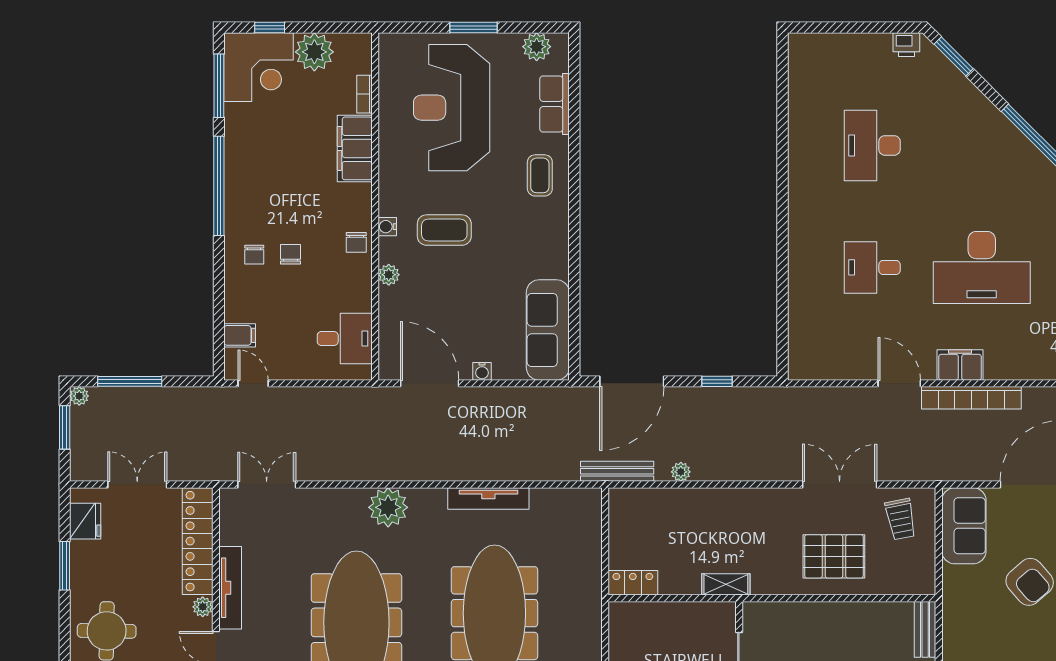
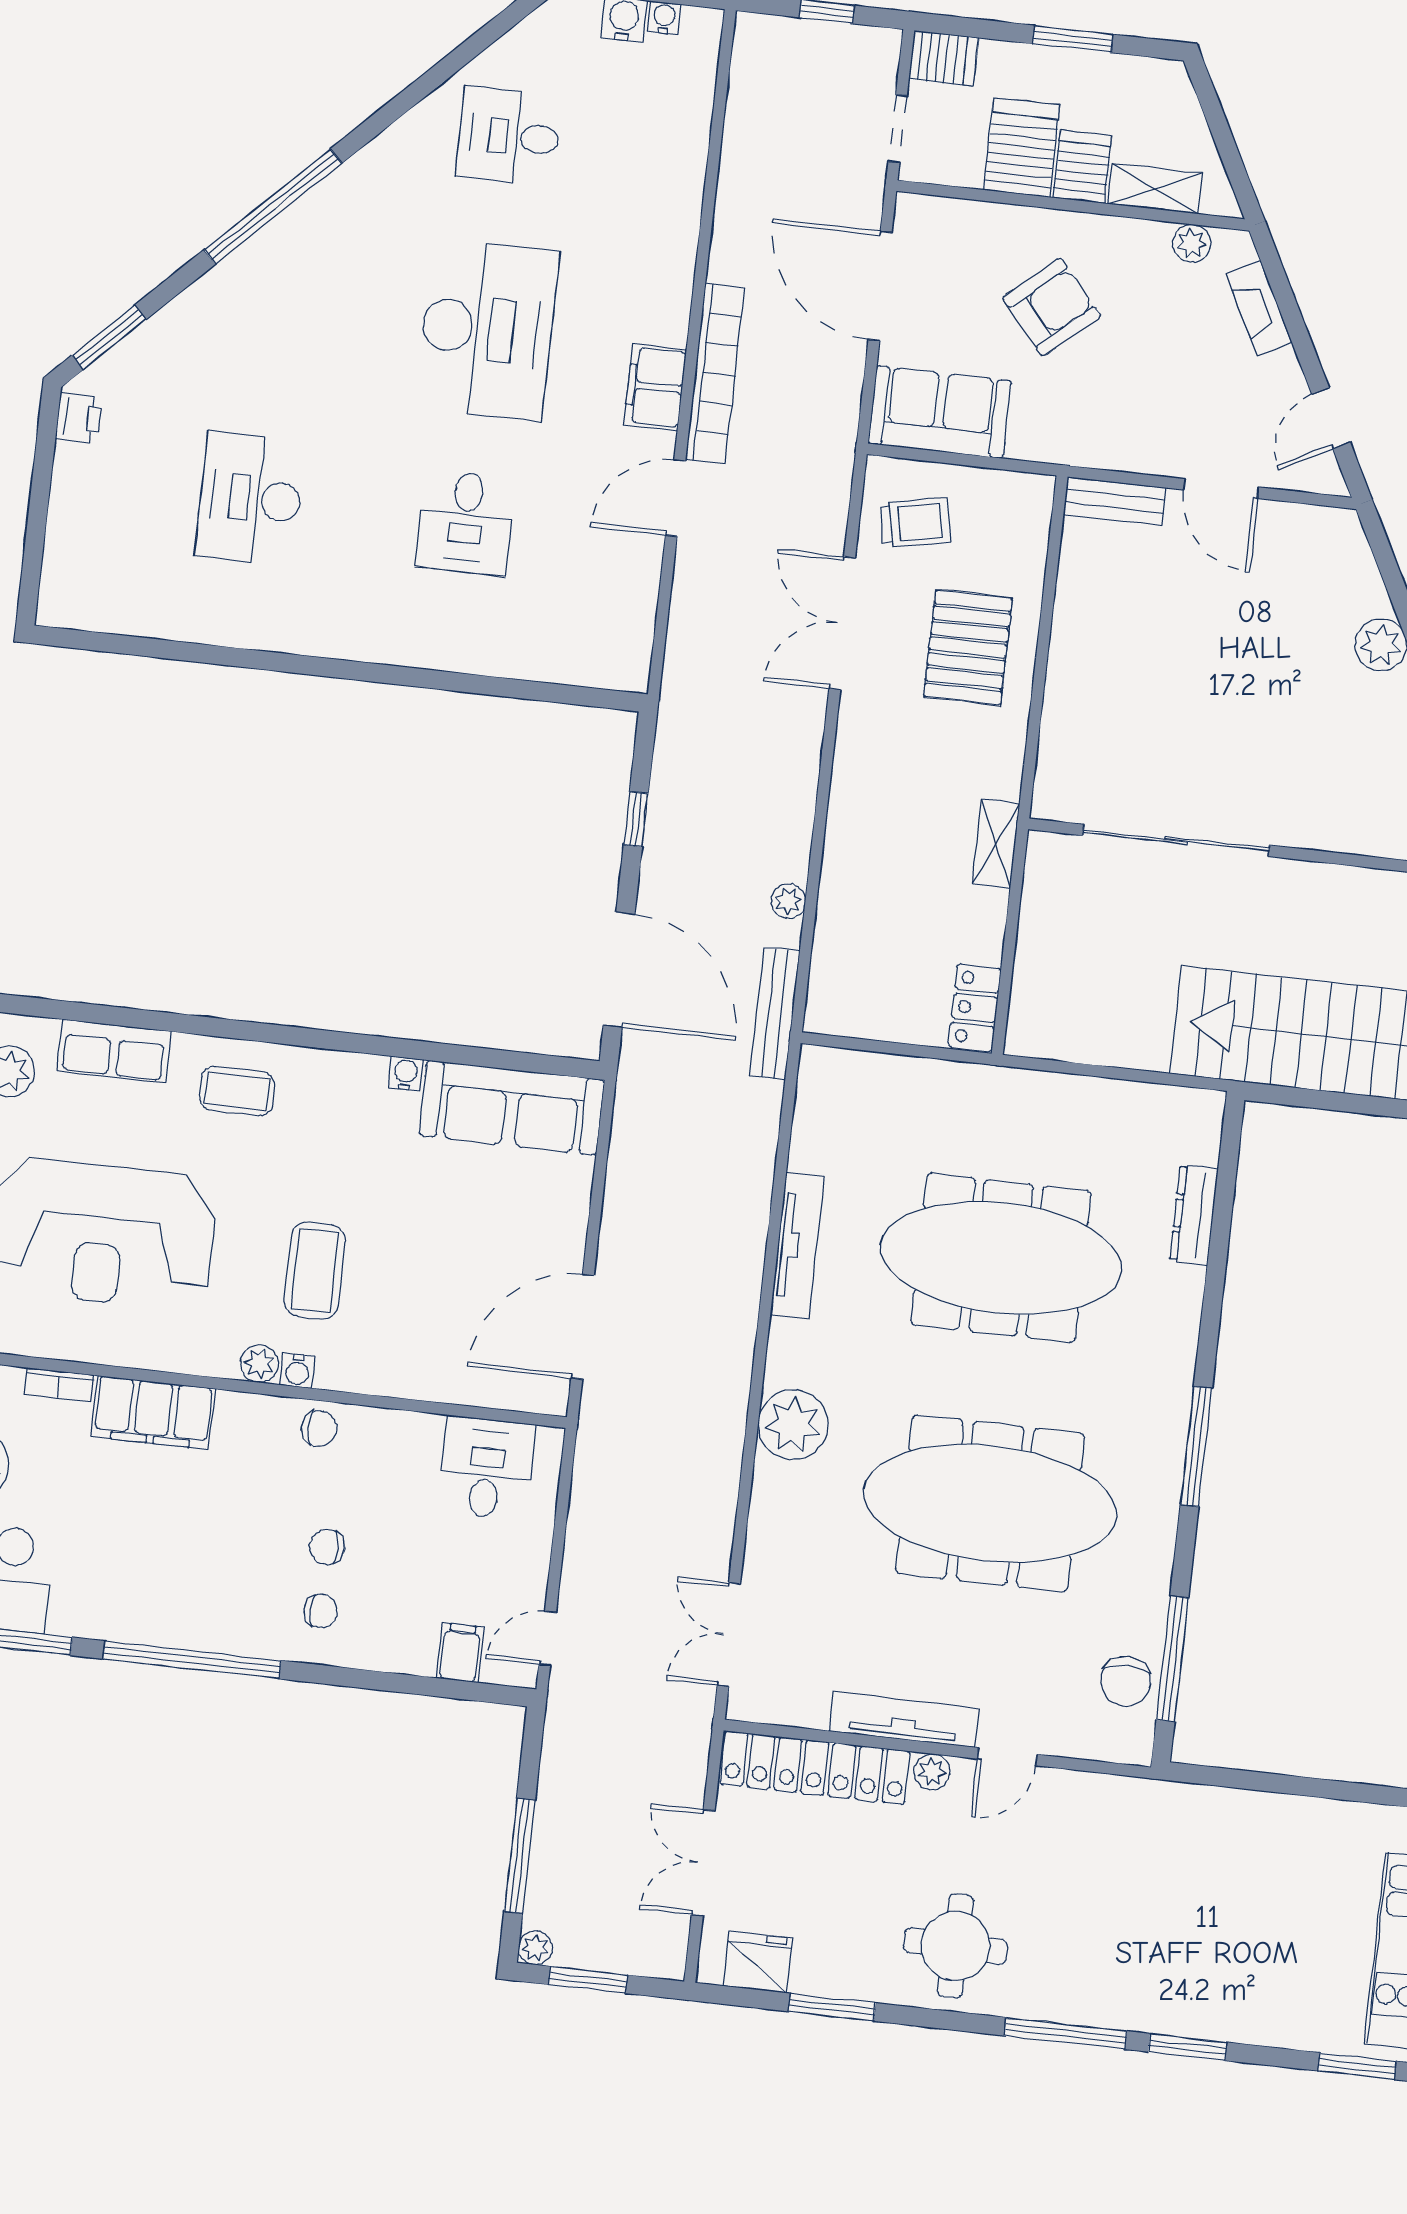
desk: (872, 145) -> (250, 498), turned 90
plant: (389, 275) -> (259, 1364), moved
water cooler: (482, 371) -> (406, 1074), moved, turned -90

